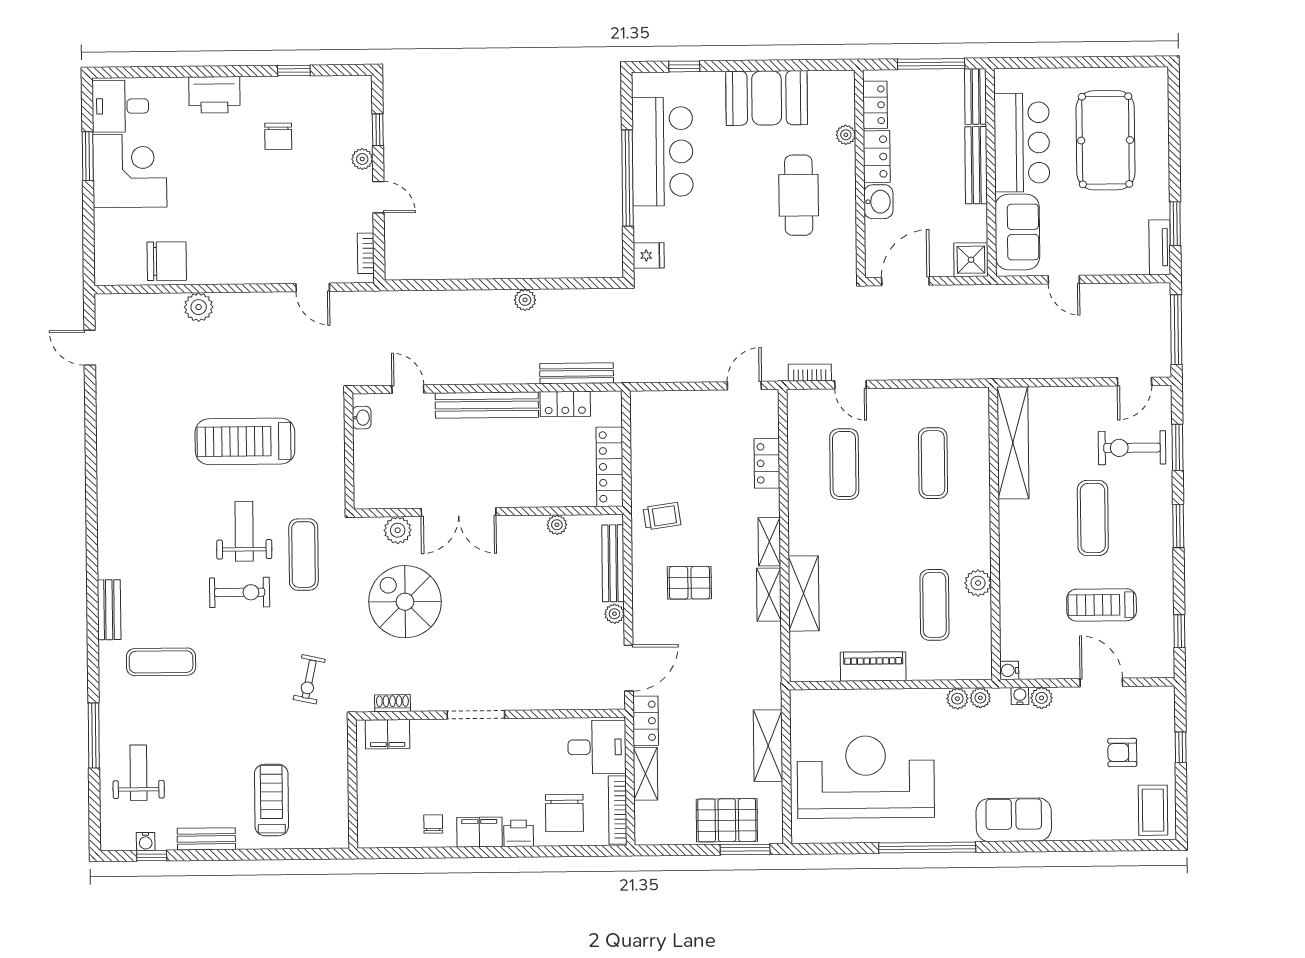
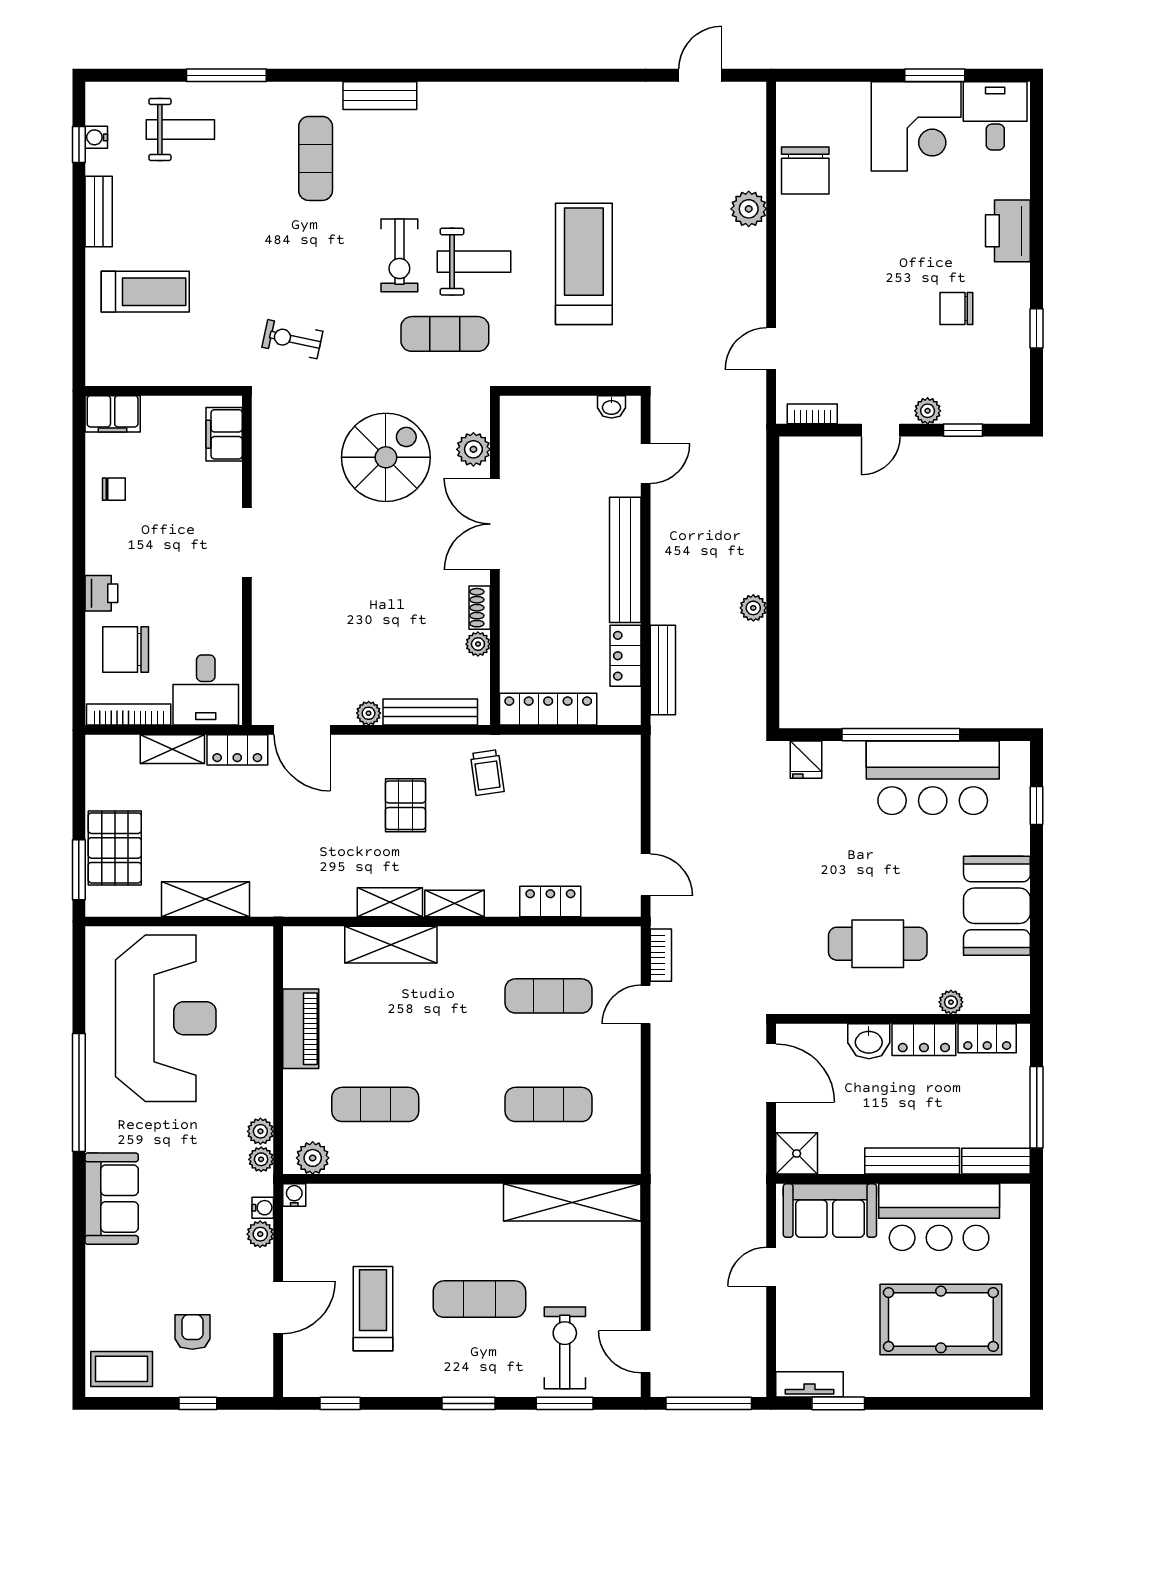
plant: (978, 583) -> (313, 1158), moved
shoe rack: (393, 703) -> (480, 608), moved, turned 180
filing cabinet: (479, 832) -> (113, 414), moved, turned 90

